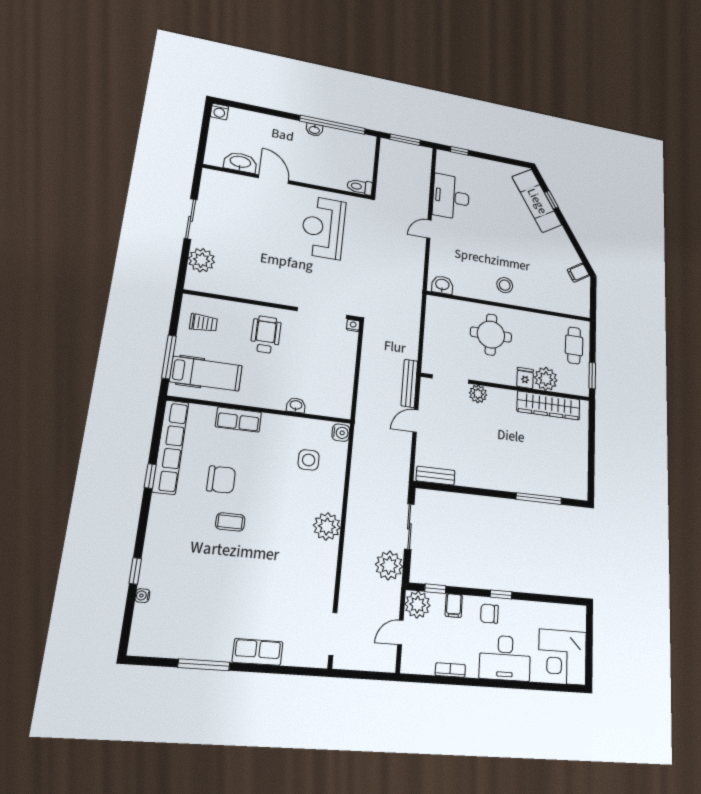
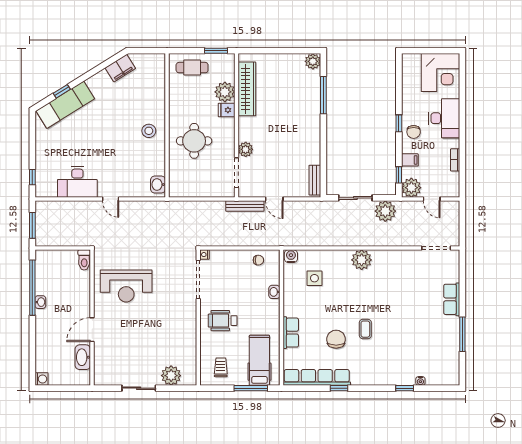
filing cabinet: (578, 273) -> (120, 68), width x2.00
chair: (340, 391) -> (258, 260), added
plant: (579, 490) -> (313, 61), added

